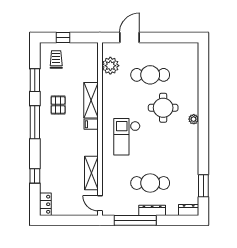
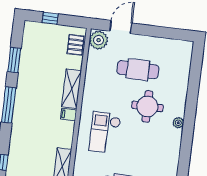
trolley: (56, 60) -> (40, 41), removed
plant: (110, 66) -> (99, 40), moved
pallet: (58, 105) -> (76, 45), moved

